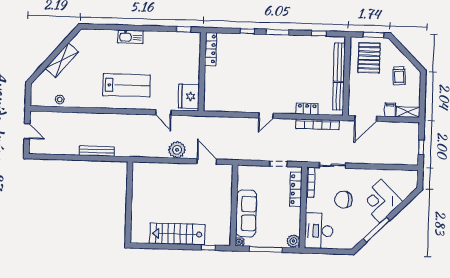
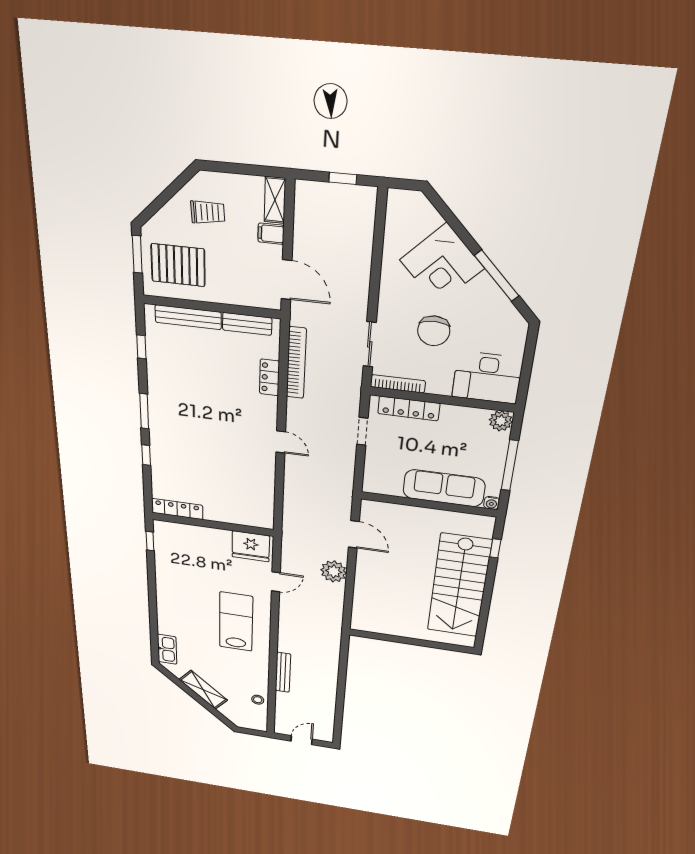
kitchen sink: (130, 37) -> (167, 649), moved
bench: (97, 151) -> (283, 672), moved
door: (207, 162) -> (354, 534), swing flipped
stairs: (177, 234) -> (459, 586), width x1.36, depth x1.51

